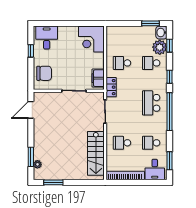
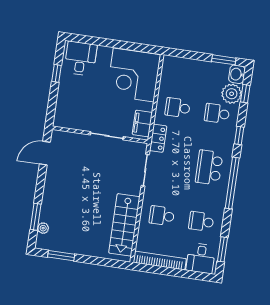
corner desk: (91, 39) -> (134, 75), width x1.36, depth x1.36
chair: (44, 73) -> (70, 106), removed

